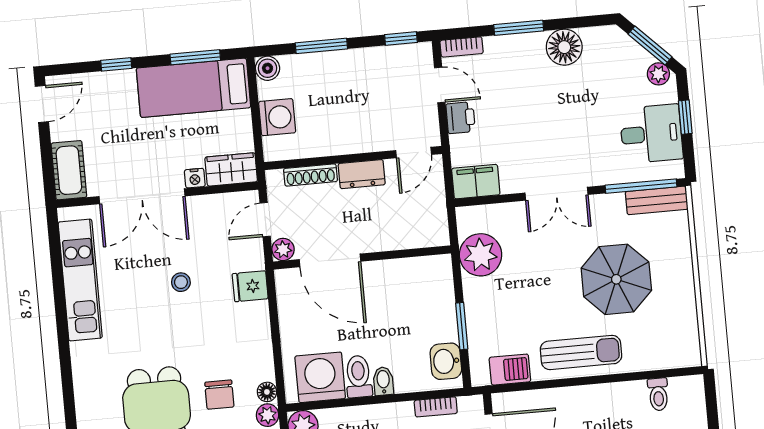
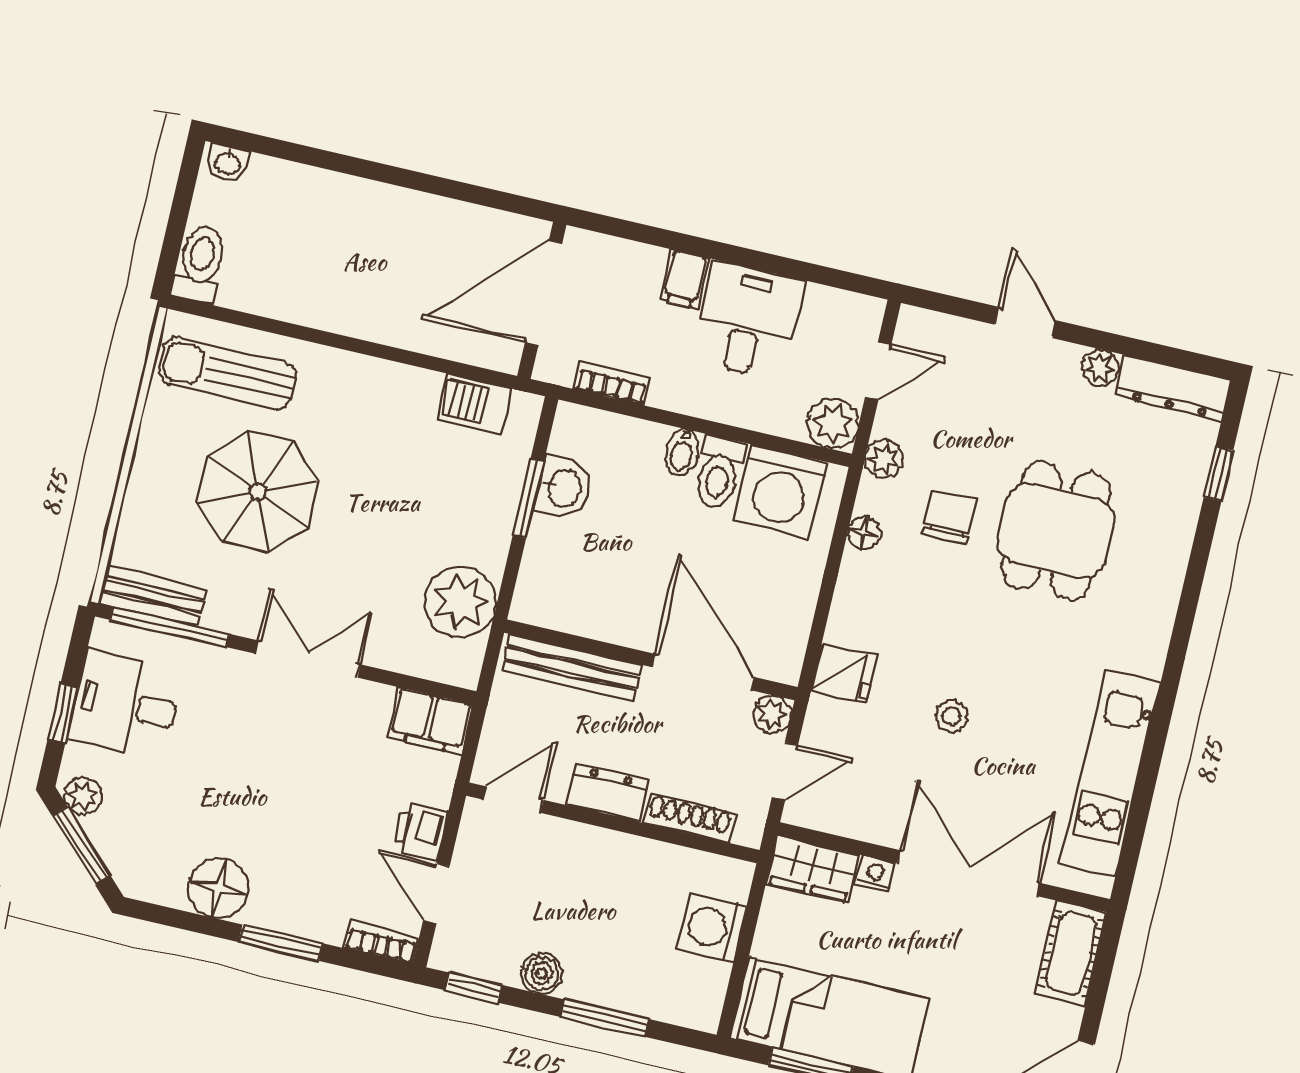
boiler: (268, 68) -> (542, 973), moved
bench: (405, 238) -> (572, 668), added
sun lounger: (581, 352) -> (228, 373), moved
washbasin: (446, 361) -> (563, 488), moved
floor lamp: (267, 392) -> (864, 533), moved
toilet: (658, 394) -> (200, 264), moved, width x1.37, depth x1.39

